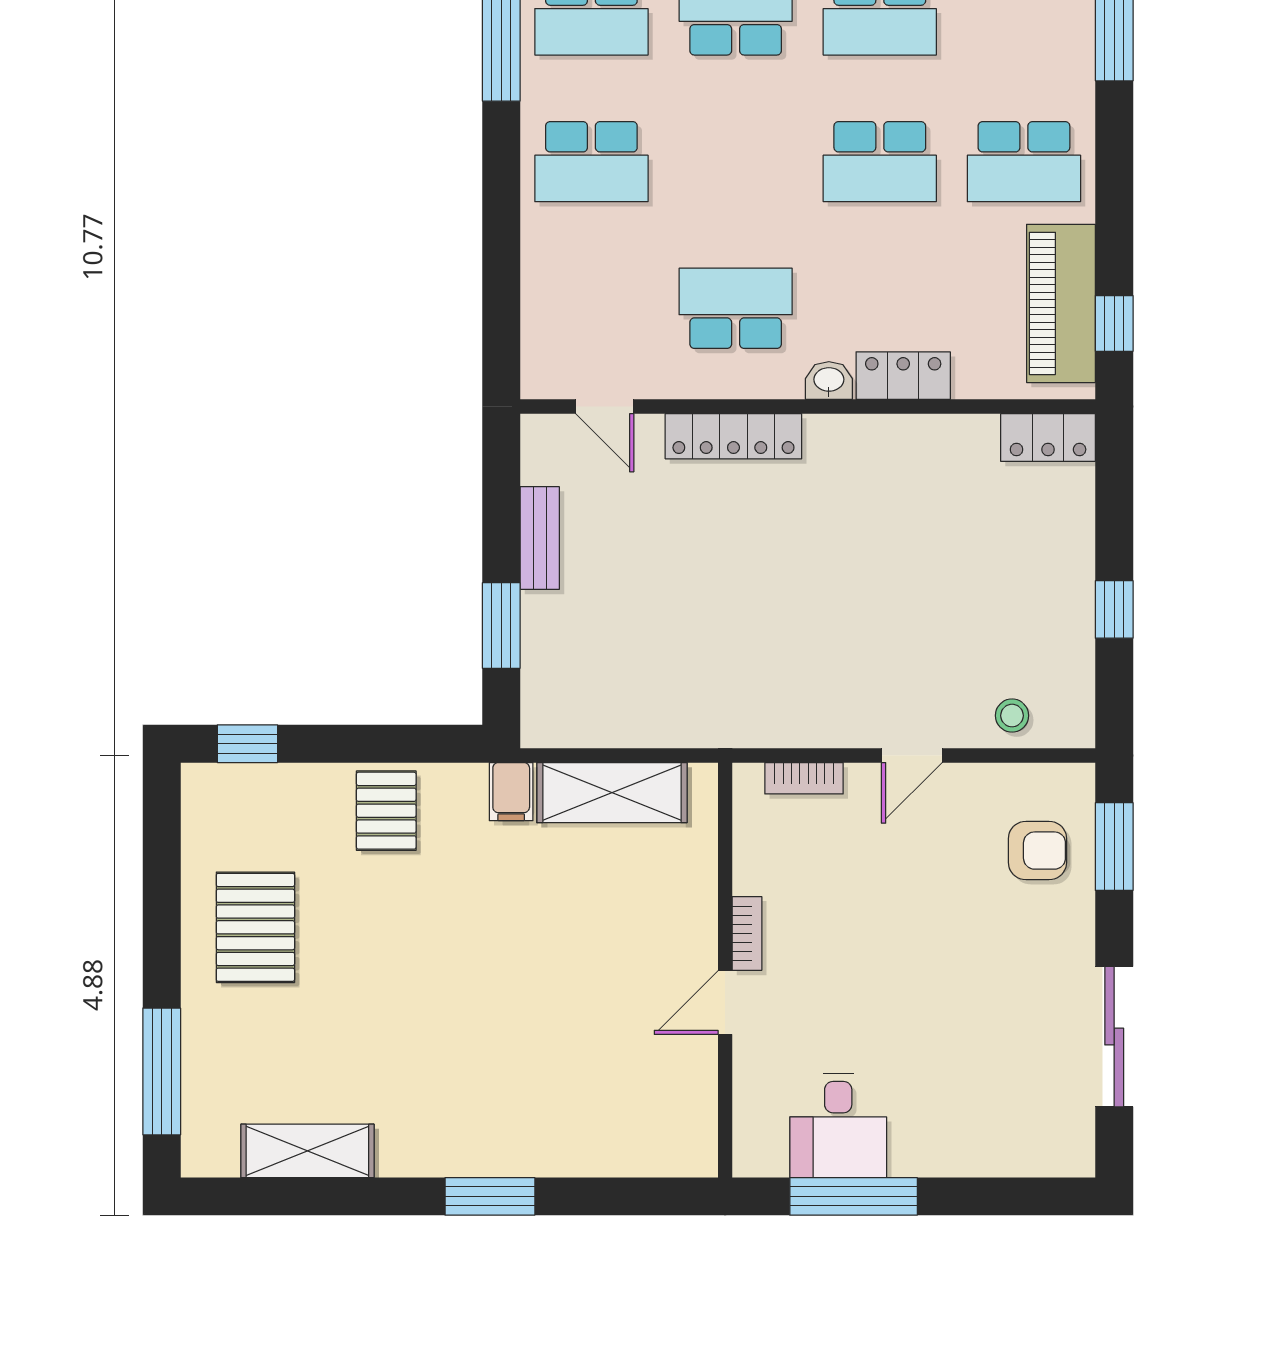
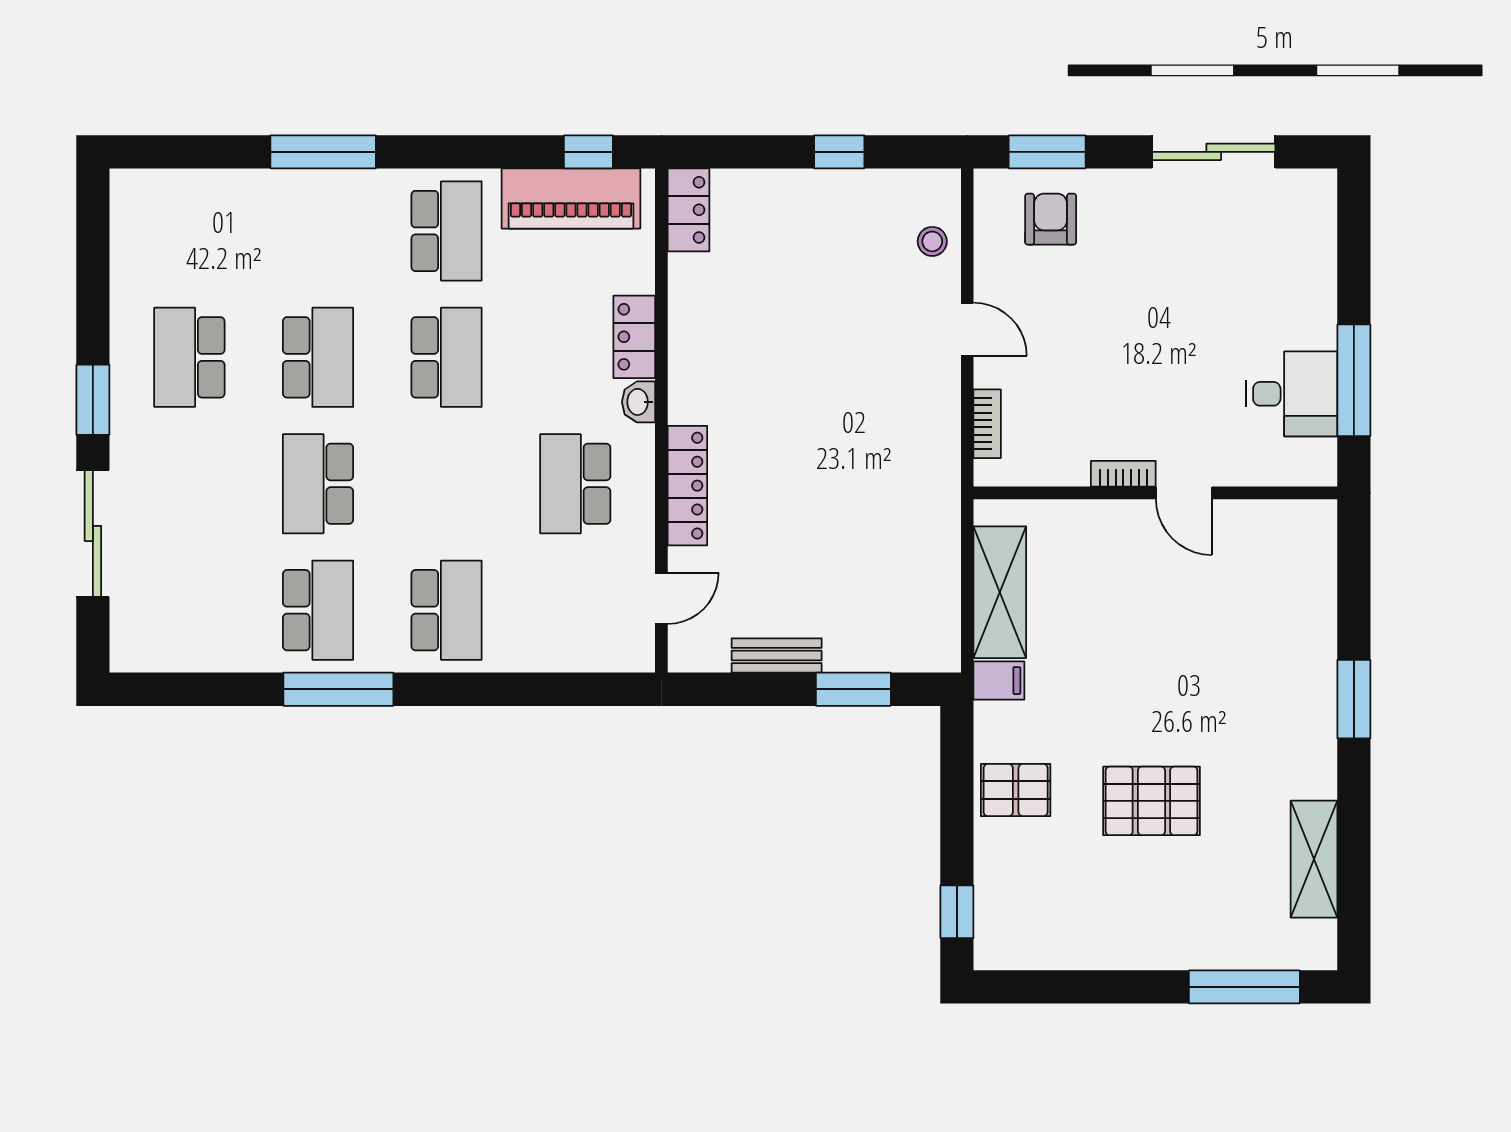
pallet: (255, 927) -> (1151, 801), moved

